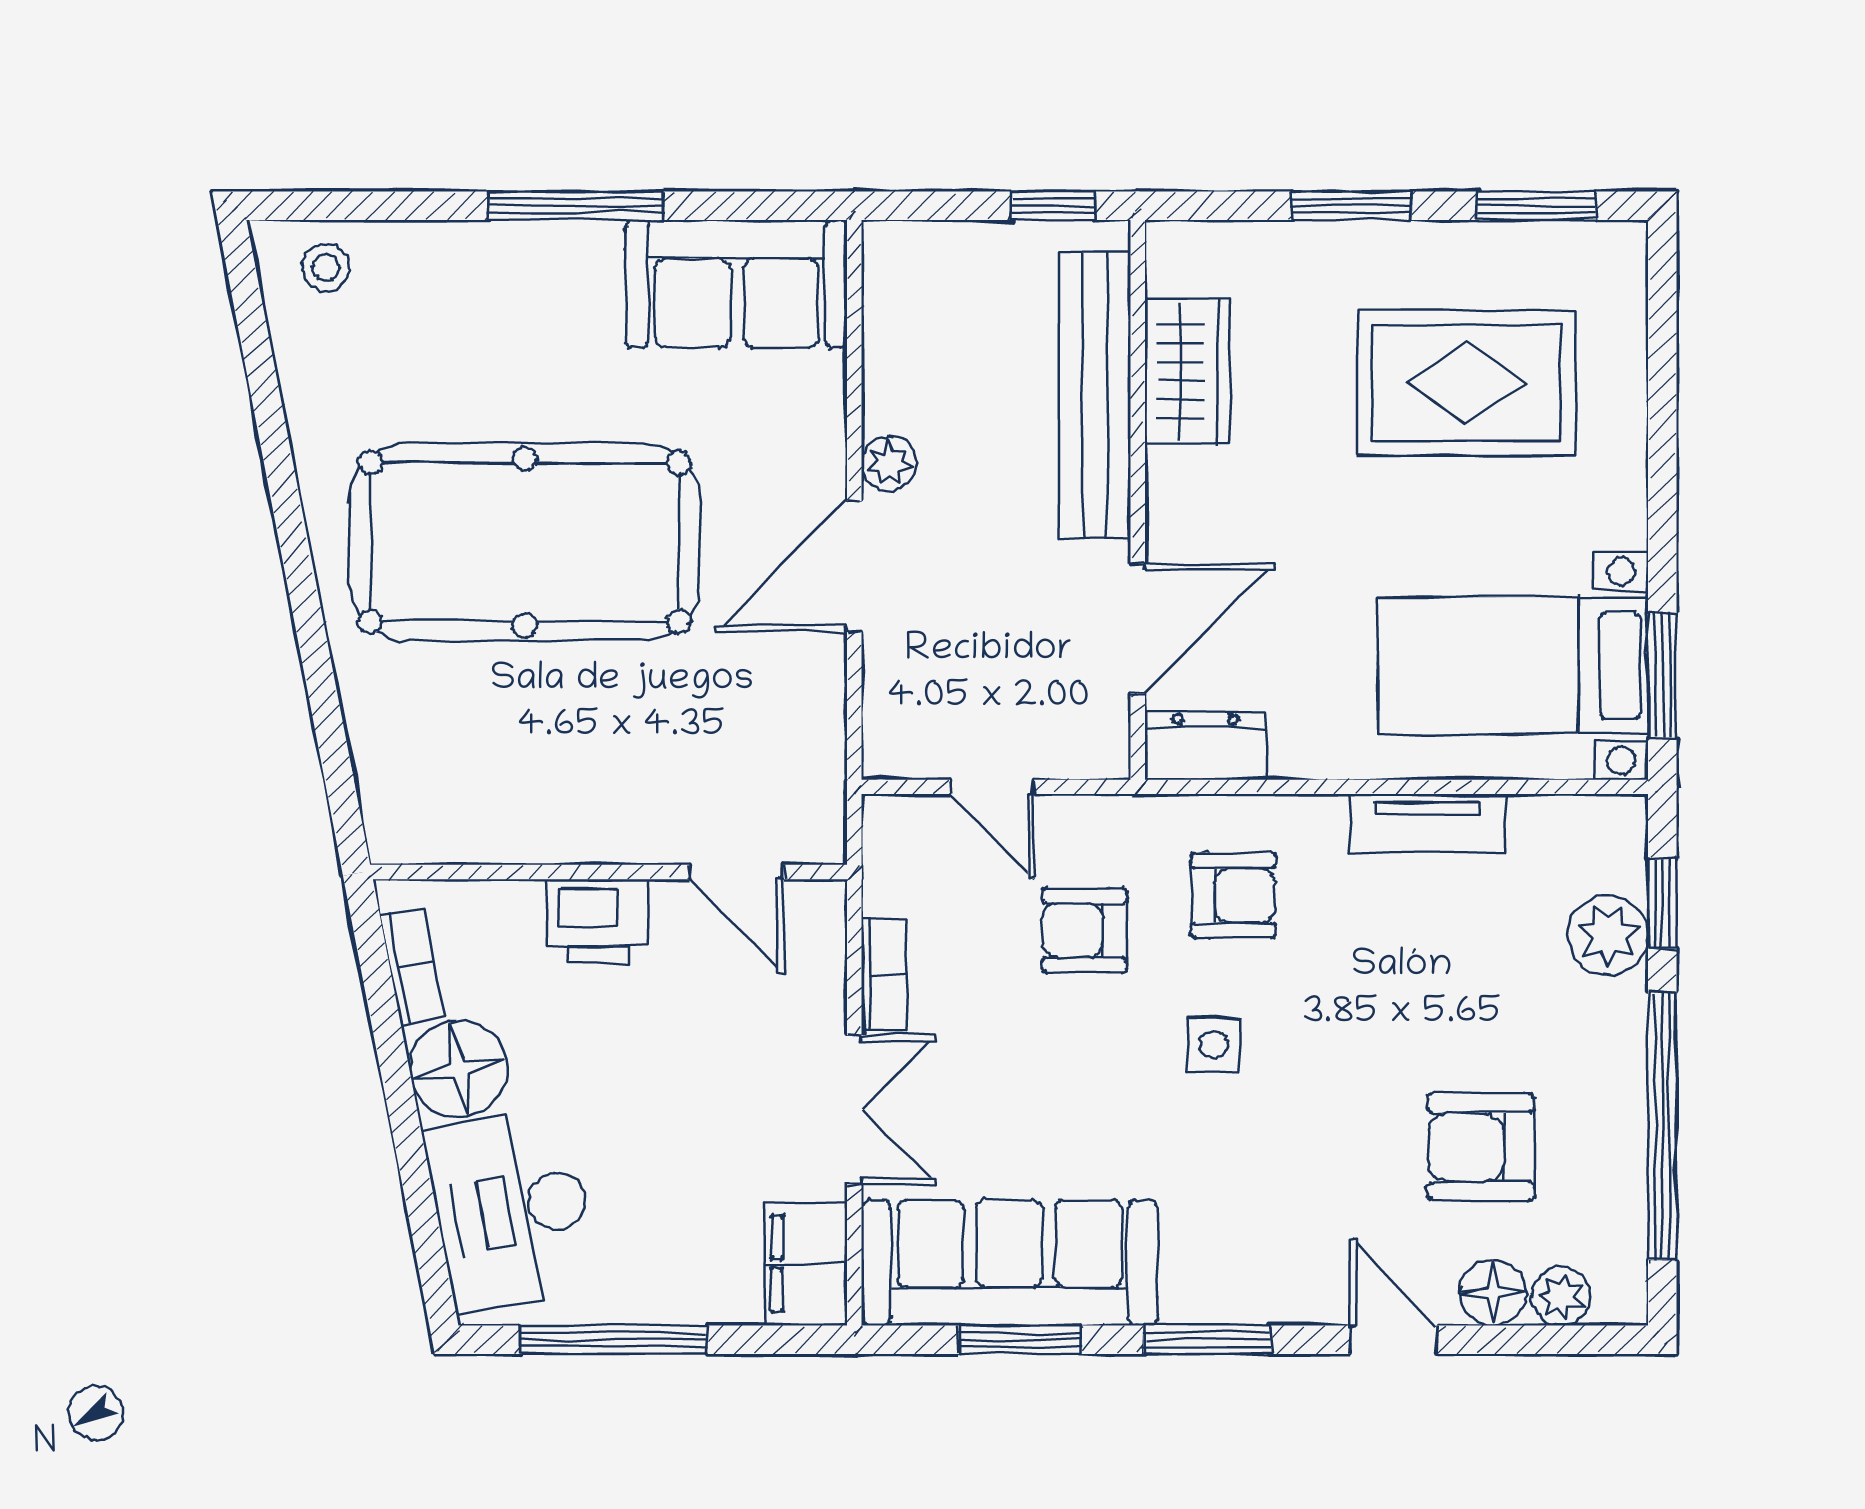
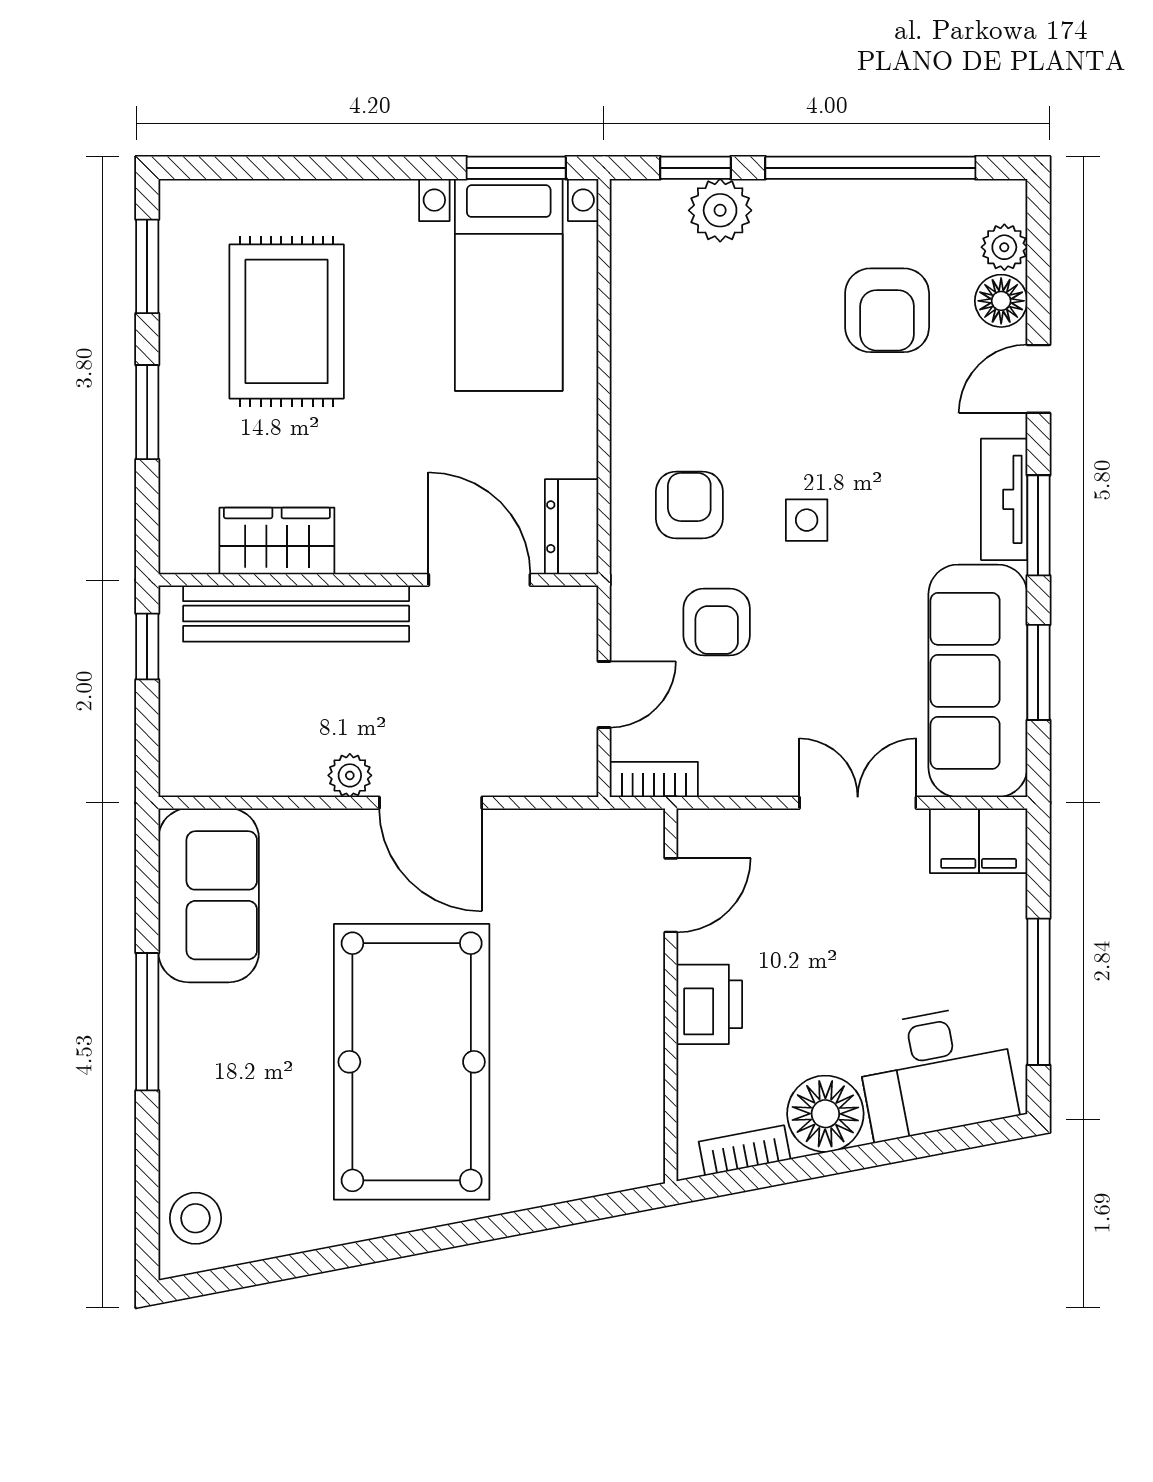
stool: (326, 267) -> (195, 1218), width x1.37, depth x1.37
tv unit: (1427, 823) -> (1004, 499), moved, turned 180
bookcase: (884, 975) -> (654, 779), moved

